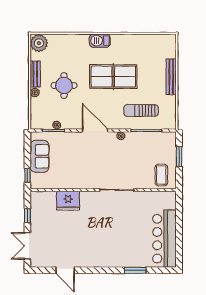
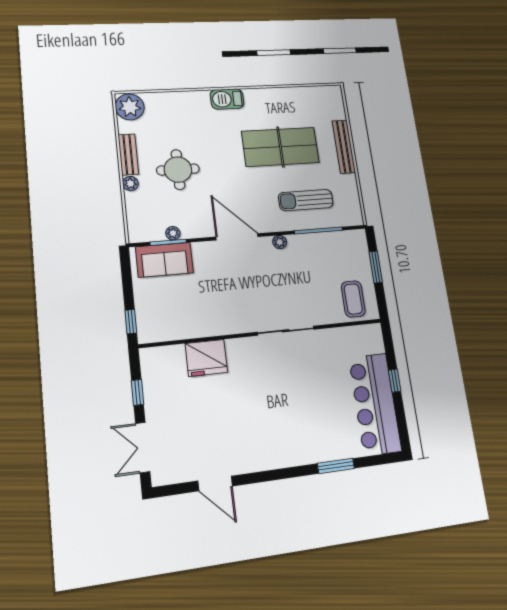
table tennis table: (113, 77) -> (280, 147), moved
sofa: (40, 156) -> (164, 260), moved, turned 90
window: (179, 227) -> (395, 381), added

